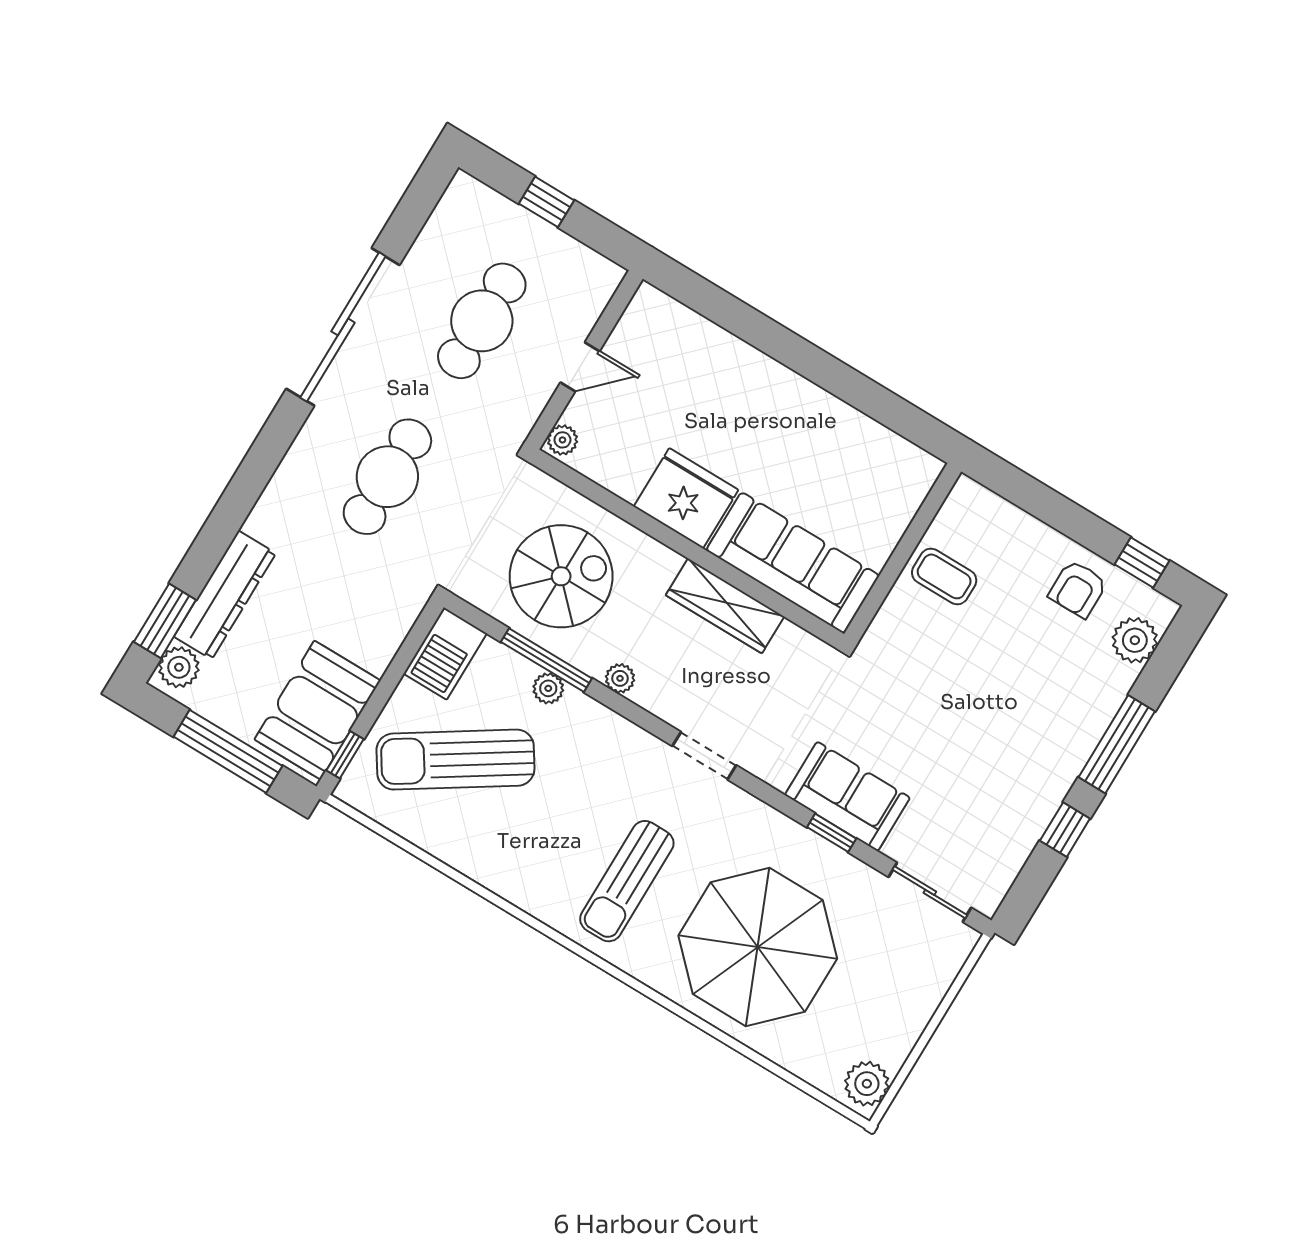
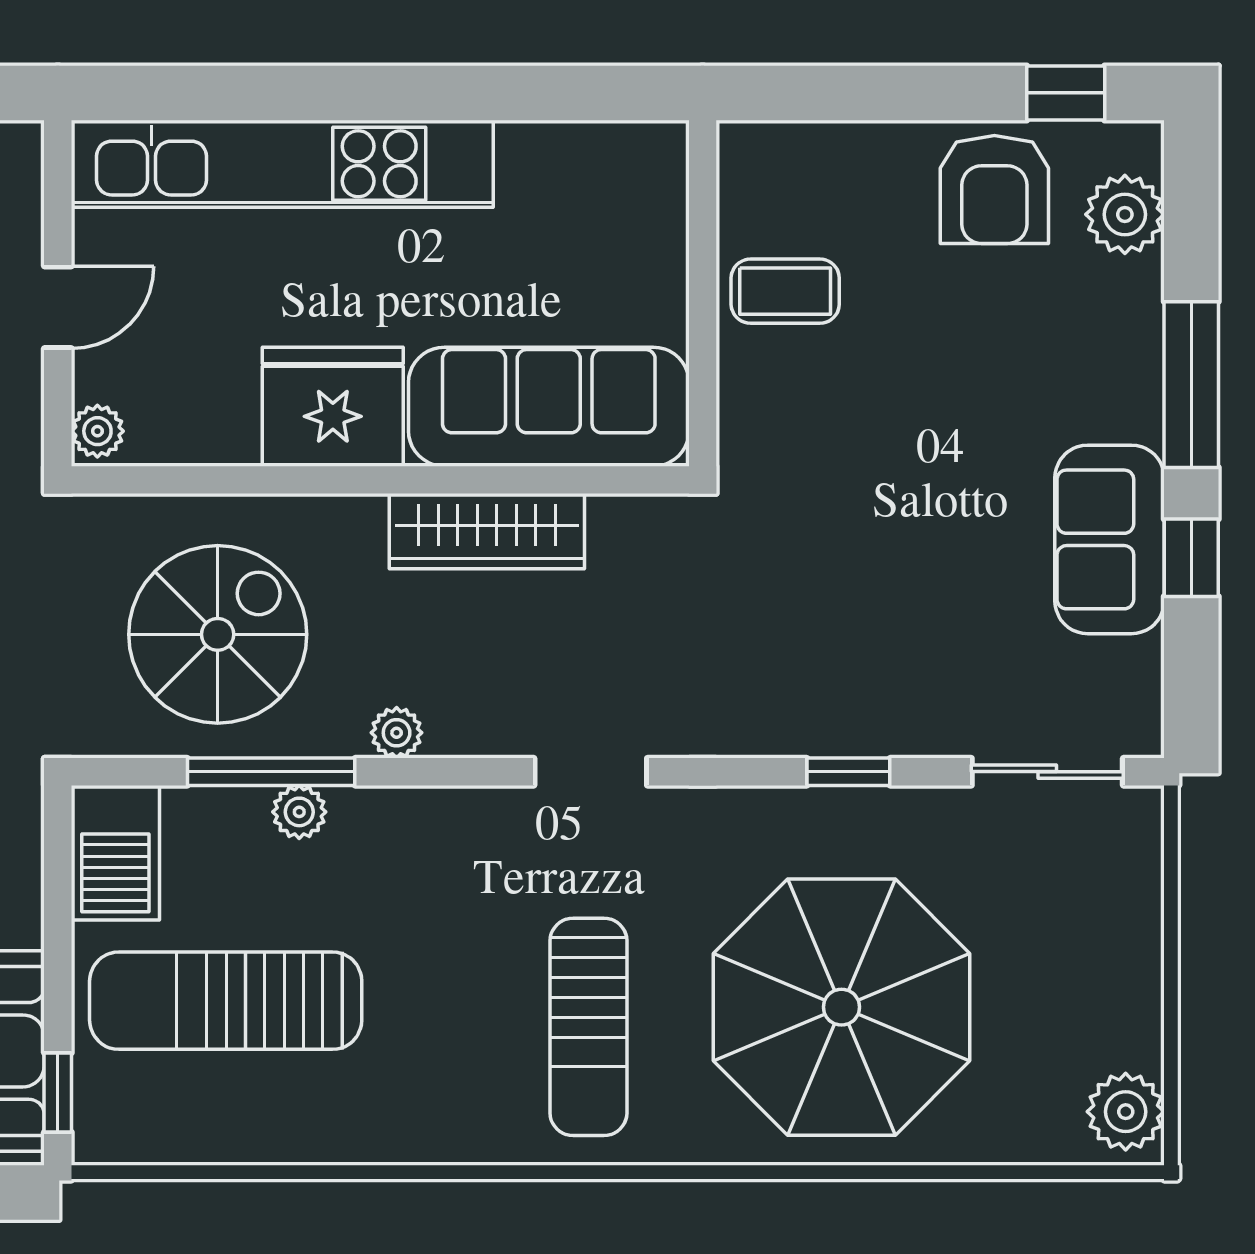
kitchen unit: (734, 363) -> (282, 164), added
armchair: (1078, 589) -> (994, 190), width x1.38, depth x1.38
sun lounger: (455, 760) -> (226, 1001), turned 33
sofa: (847, 796) -> (1110, 539), moved, turned -90

